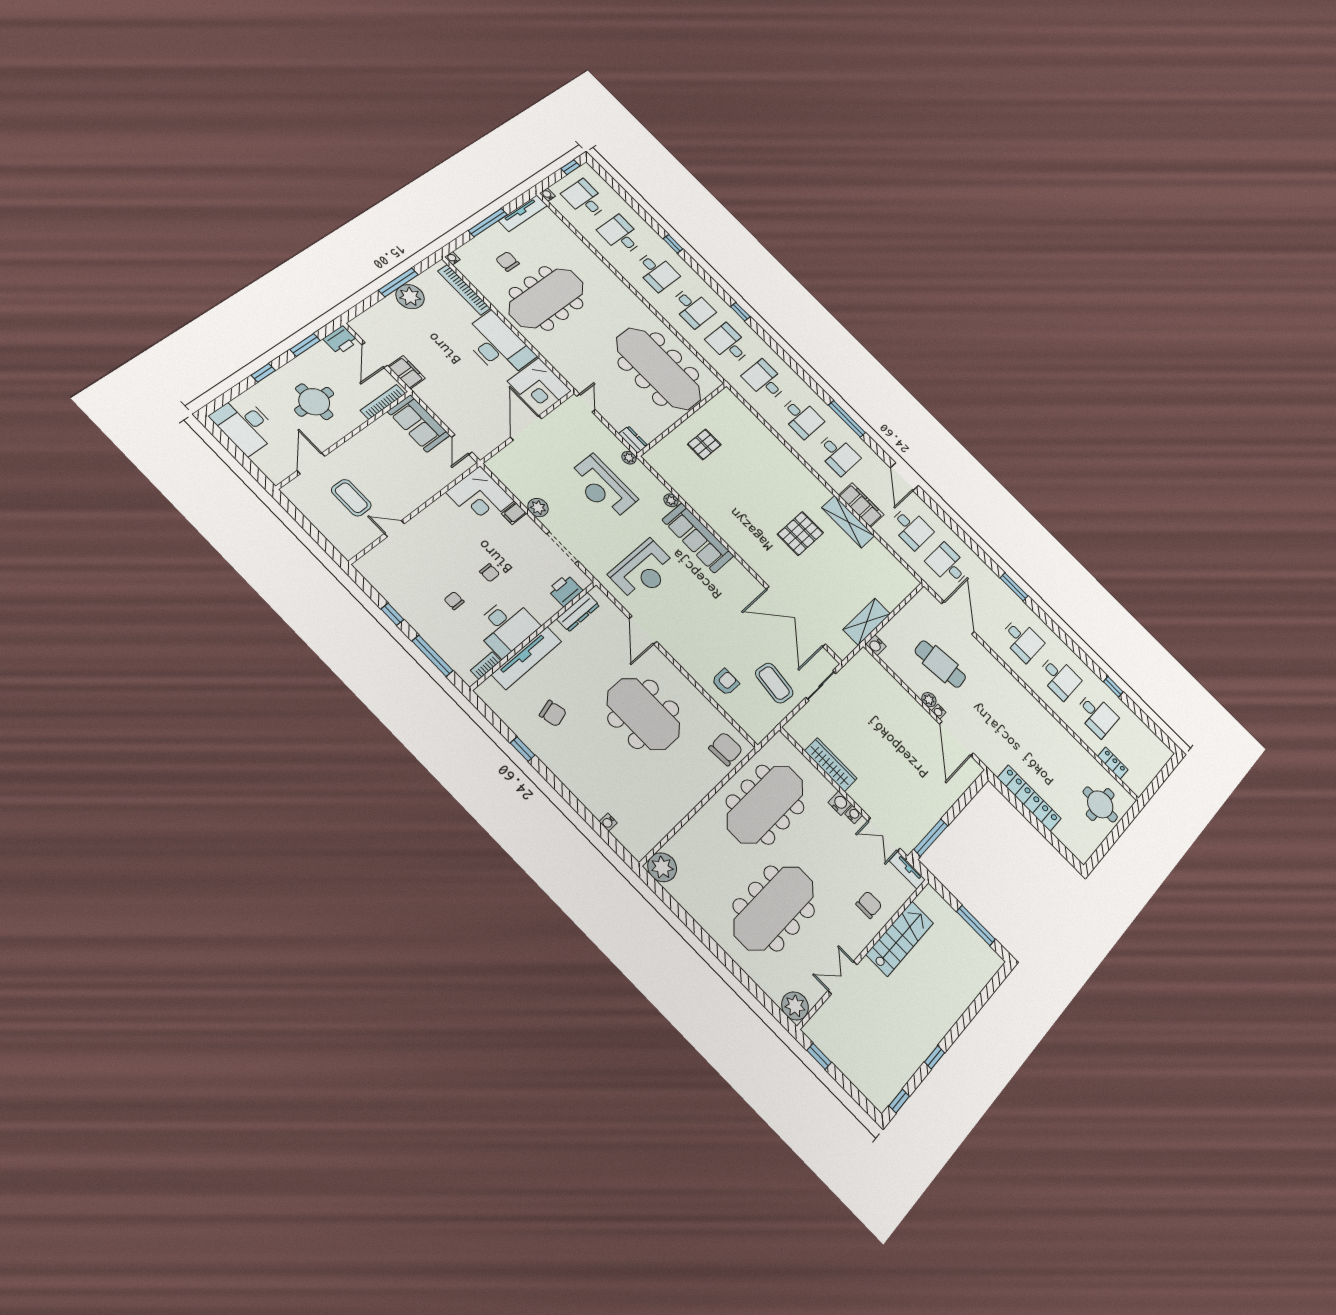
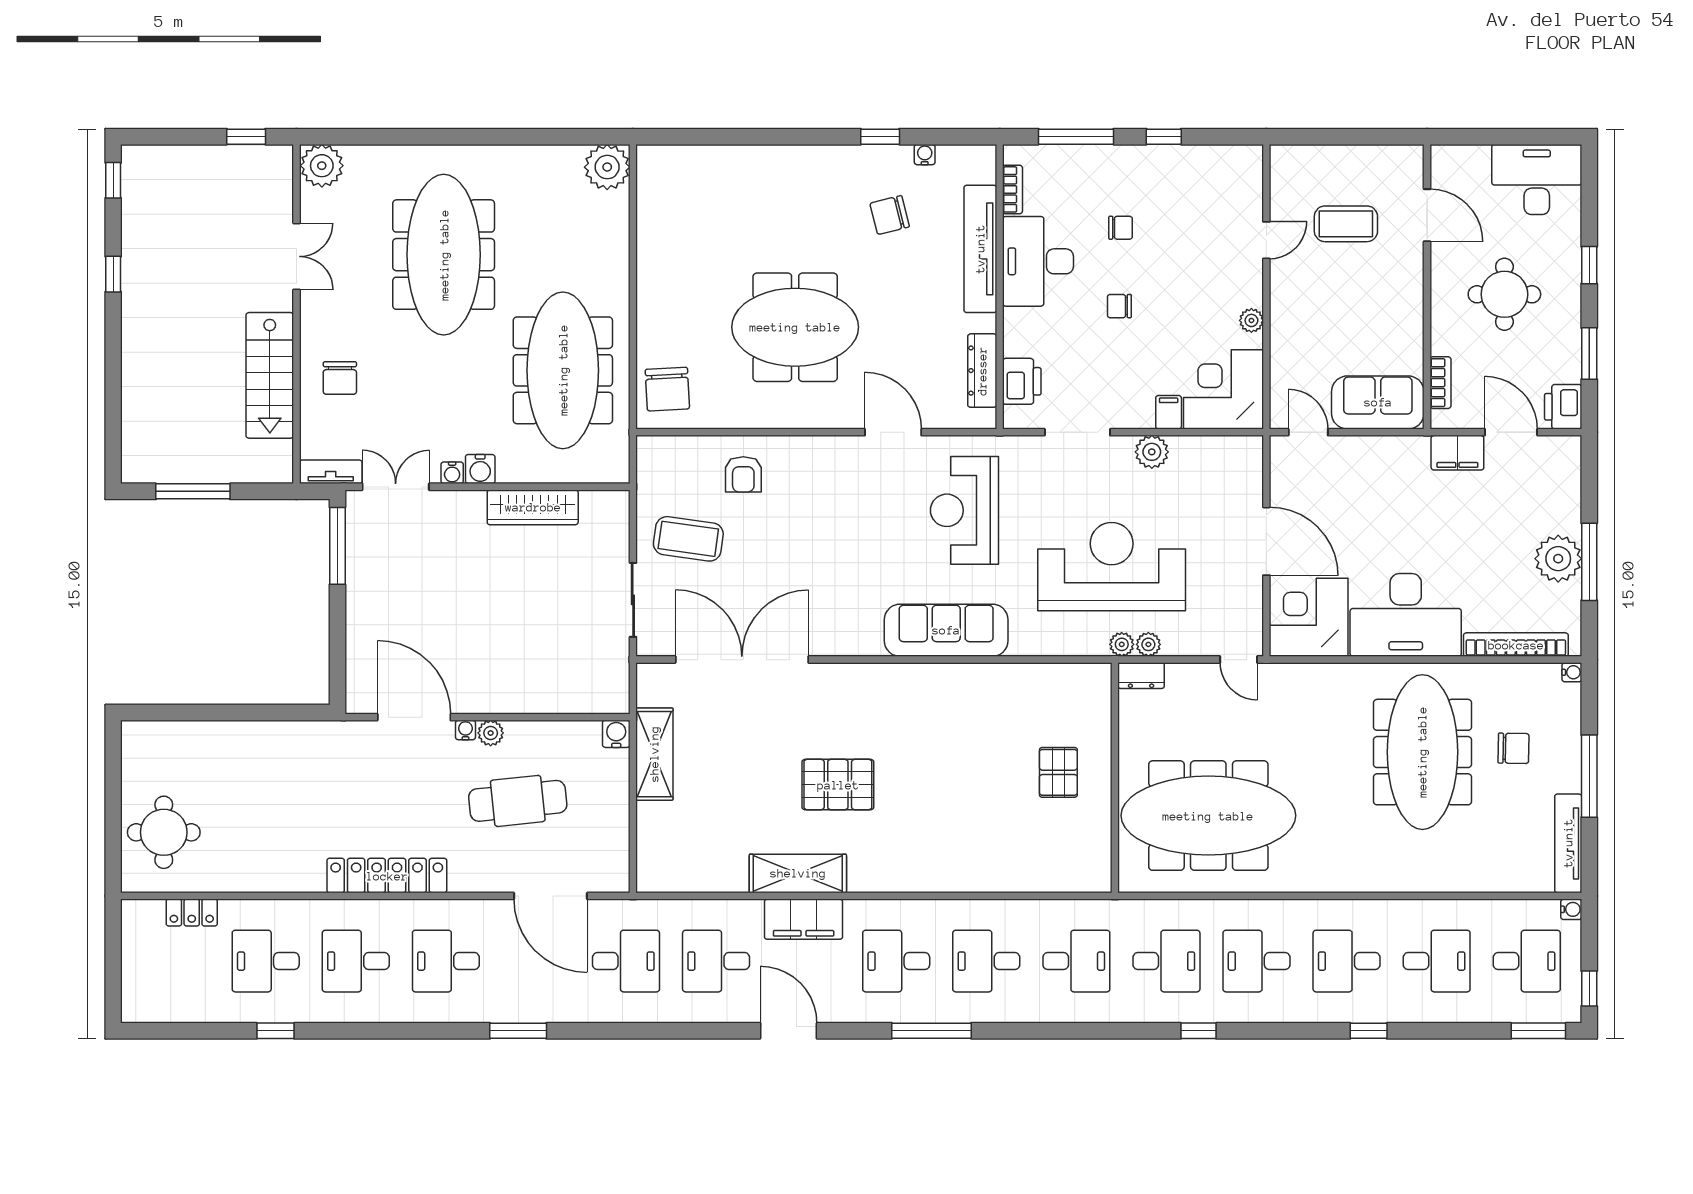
window: (606, 177) -> (1538, 1031), added
bookcase: (383, 402) -> (1440, 383), width x0.64
reception desk: (602, 487) -> (1112, 567), width x1.36, depth x1.30
plant: (671, 500) -> (1148, 644), moved
plant: (437, 508) -> (1251, 320), added
pallet: (800, 534) -> (838, 785), turned 90
locker: (1029, 798) -> (387, 876), moved, turned 180
water cooler: (608, 822) -> (925, 155), moved

